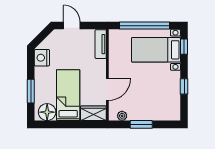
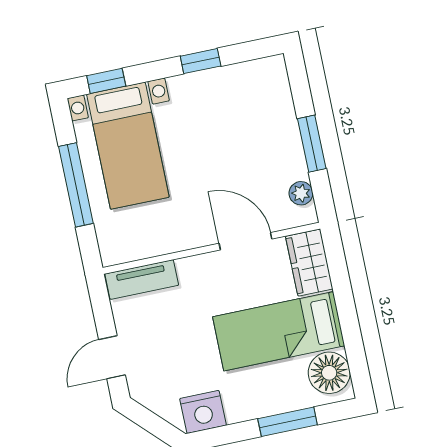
window: (145, 26) -> (76, 185), width x0.68

